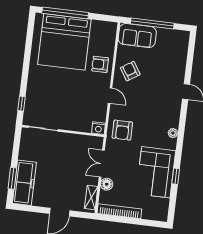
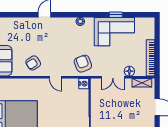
armchair: (100, 64) -> (31, 89), removed
door: (110, 96) -> (56, 77), swing flipped
armchair: (122, 130) -> (83, 64), turned -111

